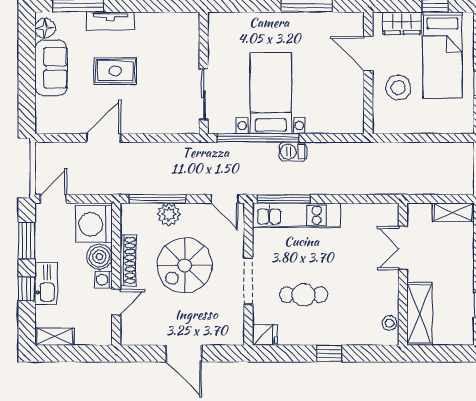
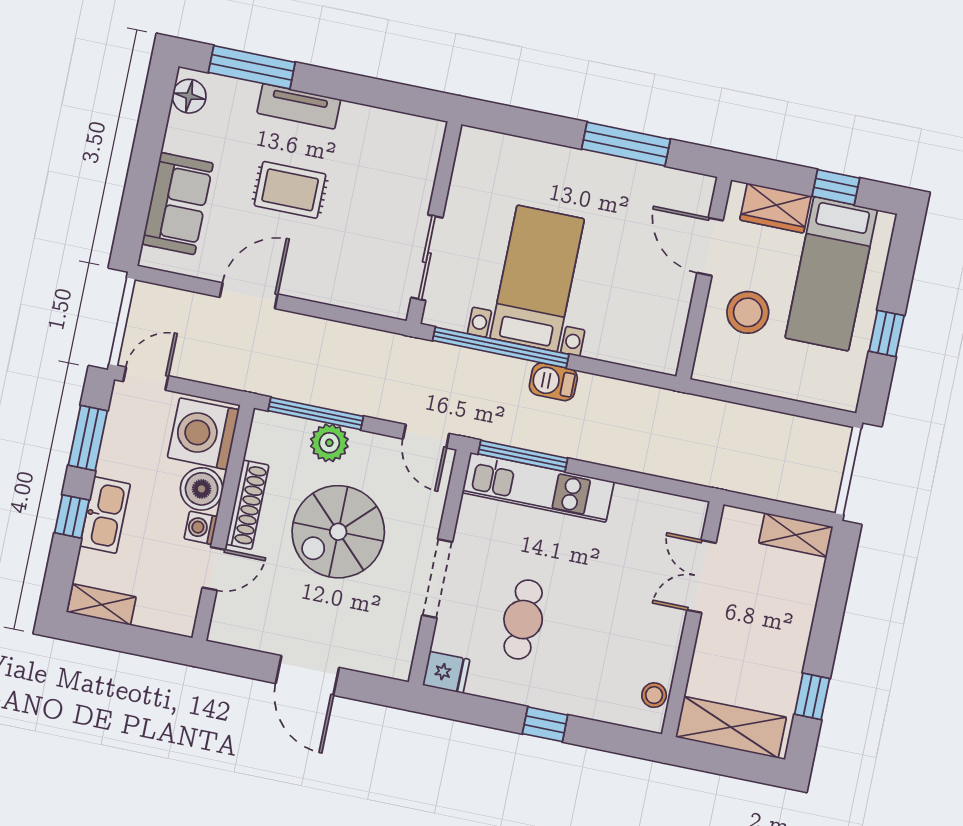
sofa: (51, 68) -> (178, 204), moved
cafe table: (304, 295) -> (523, 620), turned 90
shelving: (419, 314) -> (731, 727), moved, turned 90

